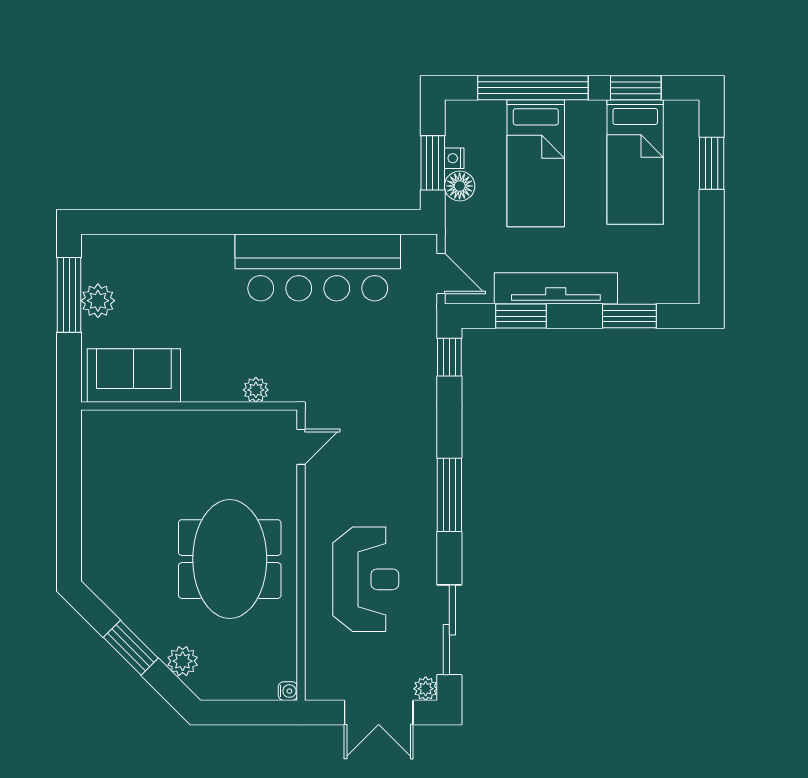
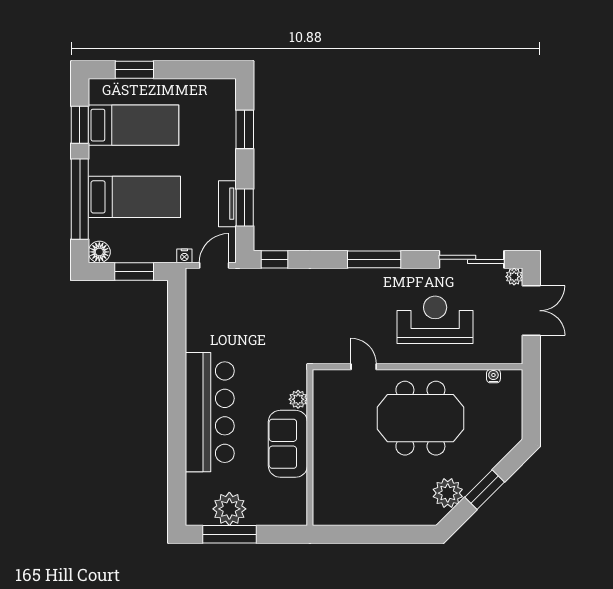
nightstand: (454, 158) -> (184, 256), moved
floor lamp: (460, 186) -> (99, 252), moved
bar counter: (318, 267) -> (210, 412), moved
tv unit: (556, 288) -> (227, 204), width x0.52, depth x0.78
plant: (98, 301) -> (229, 509), width x1.36, depth x1.36
sofa: (134, 376) -> (288, 444), moved
door: (301, 447) -> (364, 367), moved
plant: (183, 661) -> (448, 493), moved, width x1.36, depth x1.36
water cooler: (288, 691) -> (493, 376), moved

